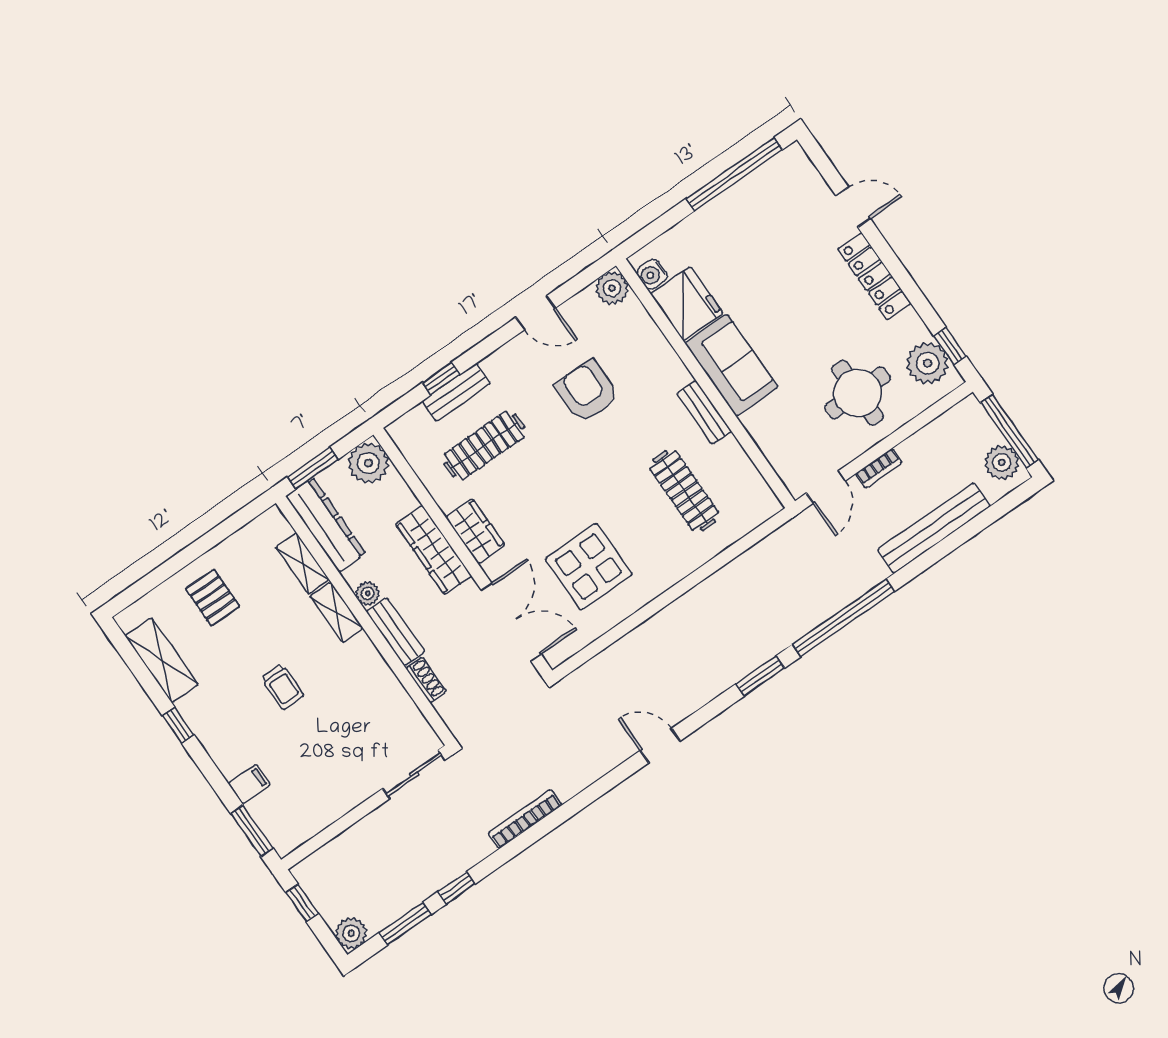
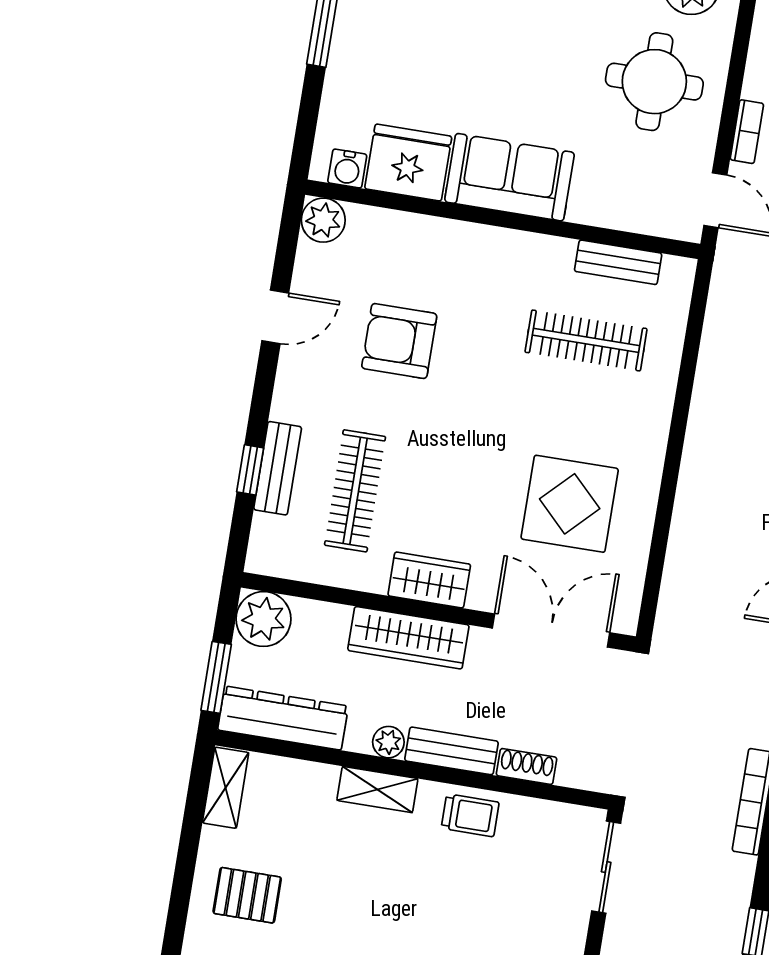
bench: (704, 412) -> (618, 262), moved
shelving: (302, 563) -> (226, 788), moved, turned 90
trolley: (282, 687) -> (470, 815), moved

